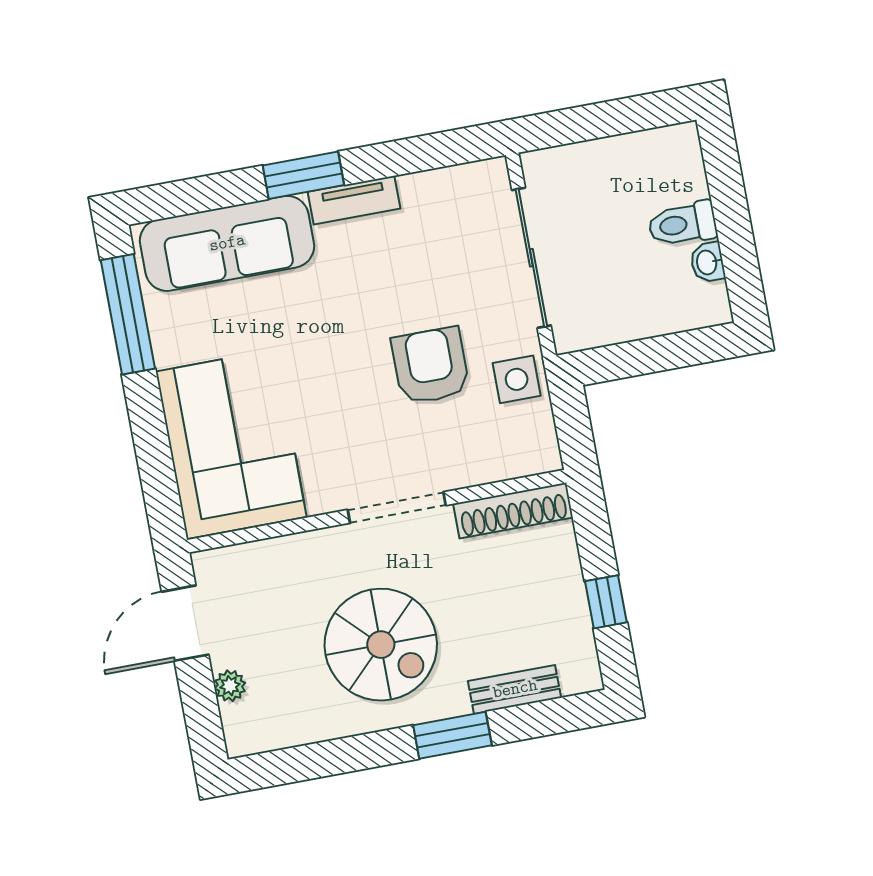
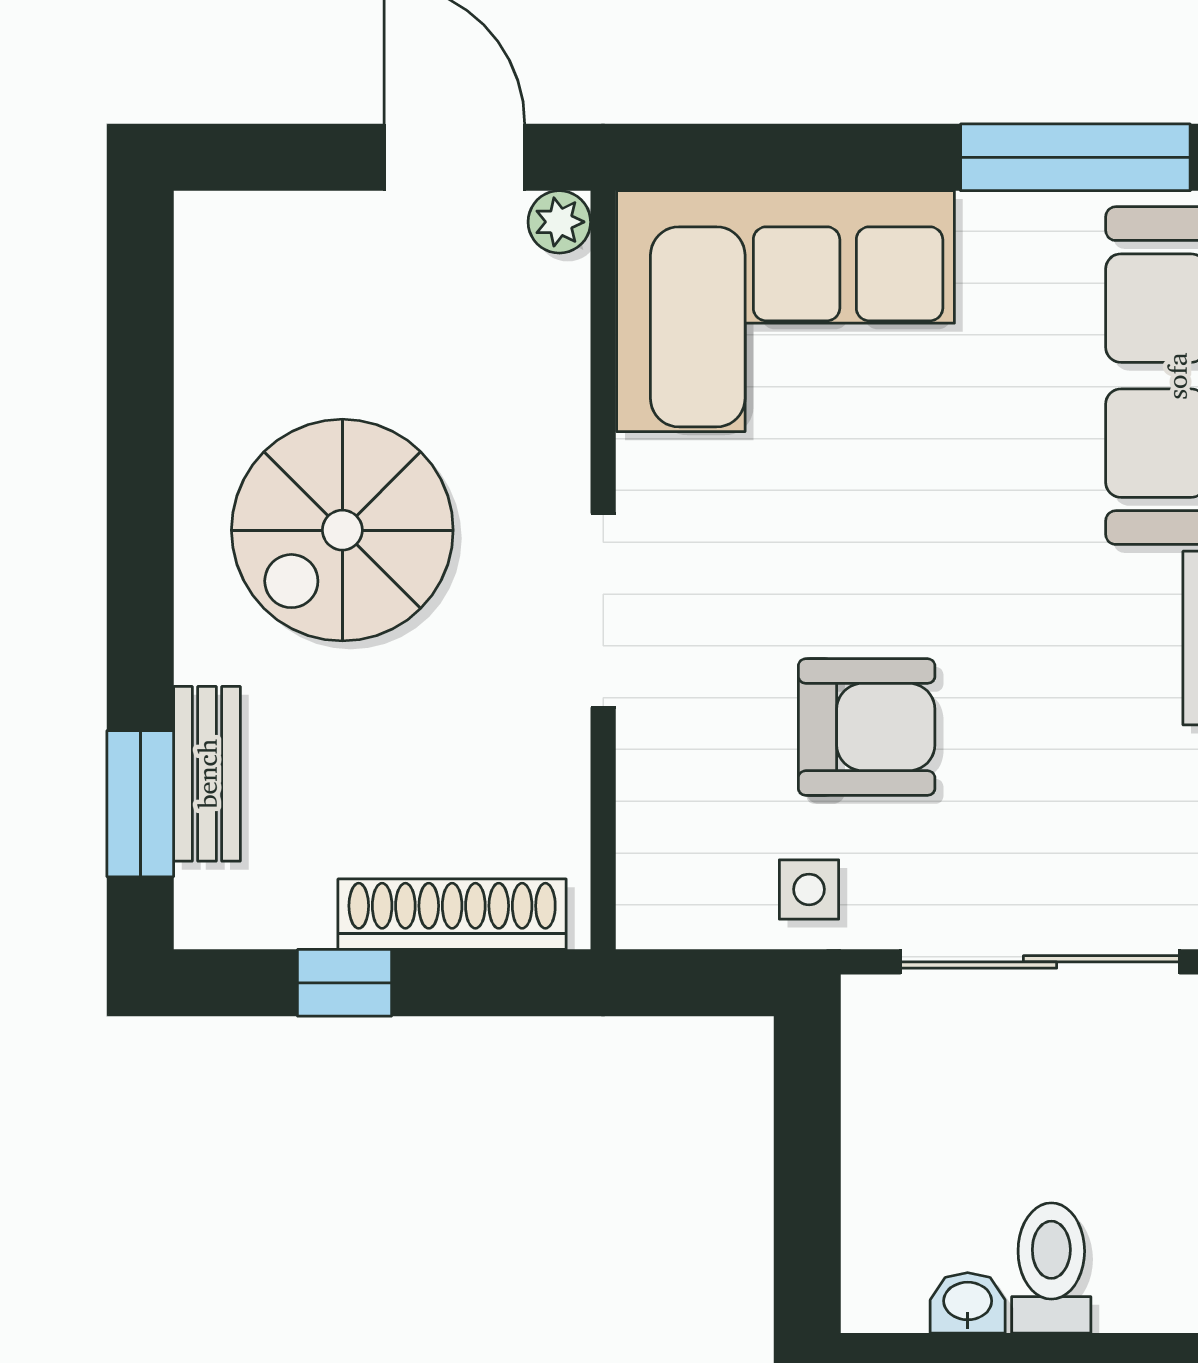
side table: (517, 379) -> (809, 889), width x0.73, depth x0.73
shoe rack: (513, 511) -> (452, 914), moved, turned 90
plant: (230, 686) -> (559, 222), moved
window: (452, 735) -> (140, 804), moved

